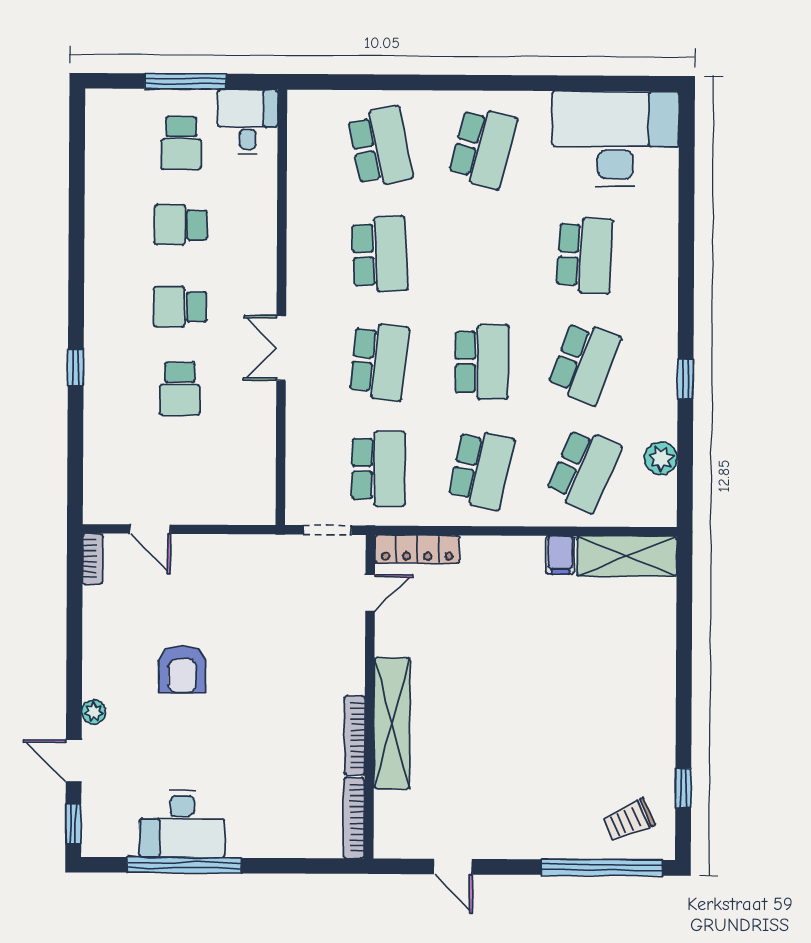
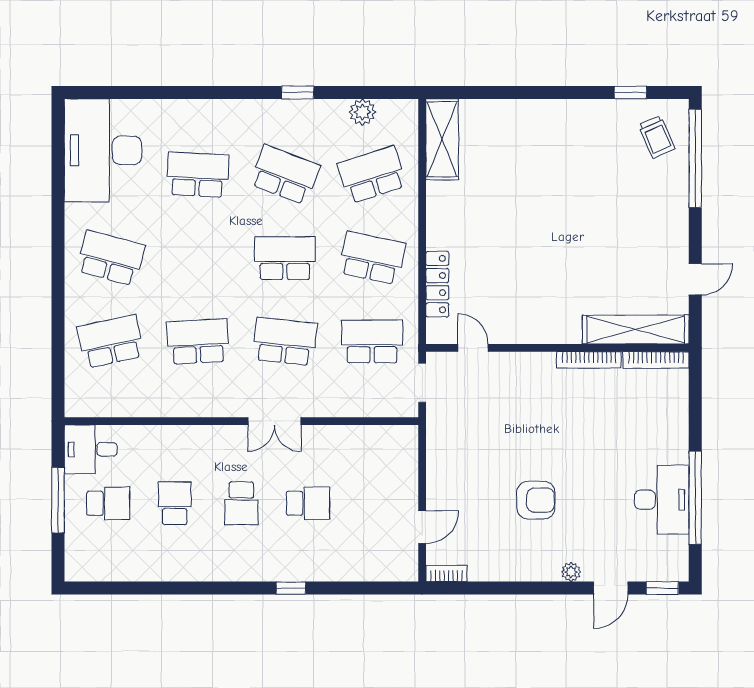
school desk: (181, 225) -> (175, 503), turned 180
school desk: (584, 470) -> (372, 175), turned -42
locker: (417, 549) -> (437, 284), moved
filing cabinet: (560, 555) -> (441, 193), removed
shelving: (392, 723) -> (636, 330), moved

